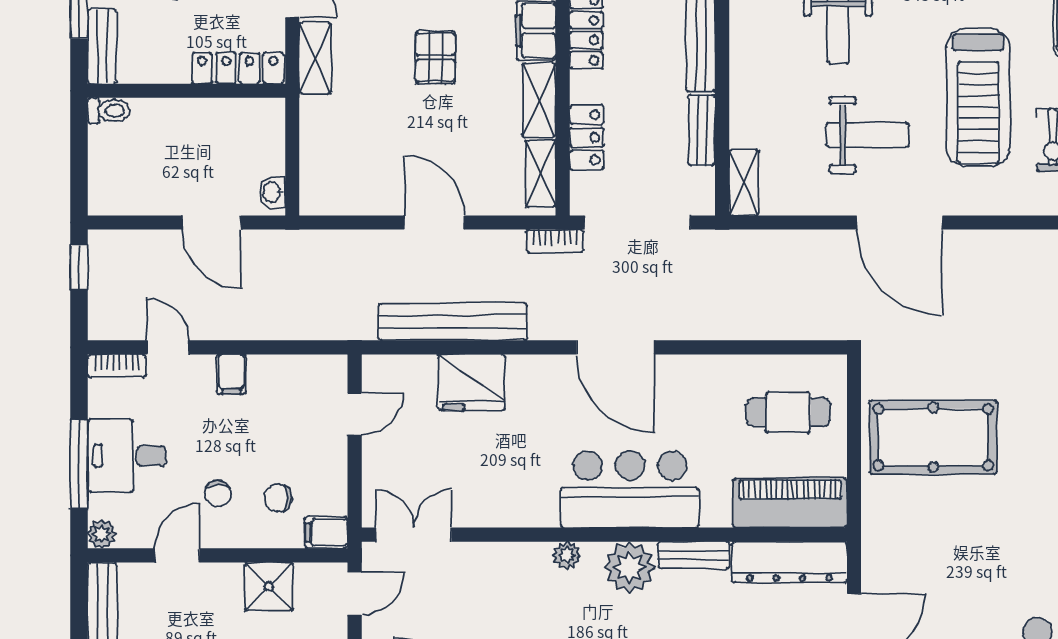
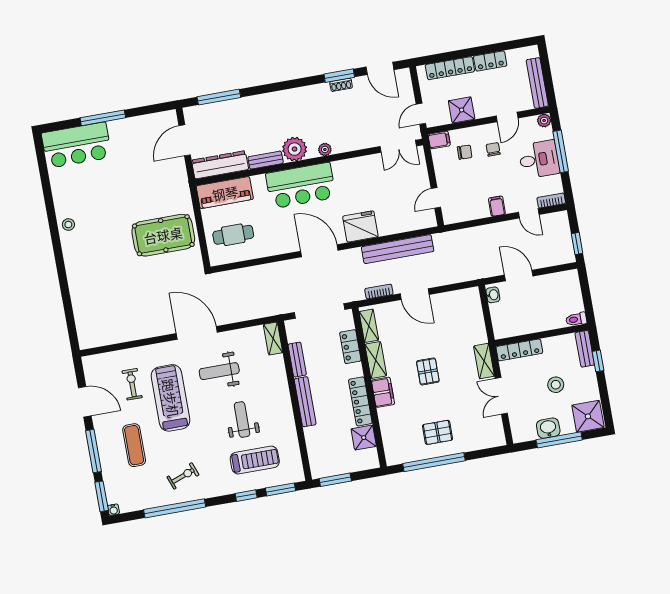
bookcase: (555, 241) -> (379, 292), moved
fridge: (471, 383) -> (360, 226), moved

